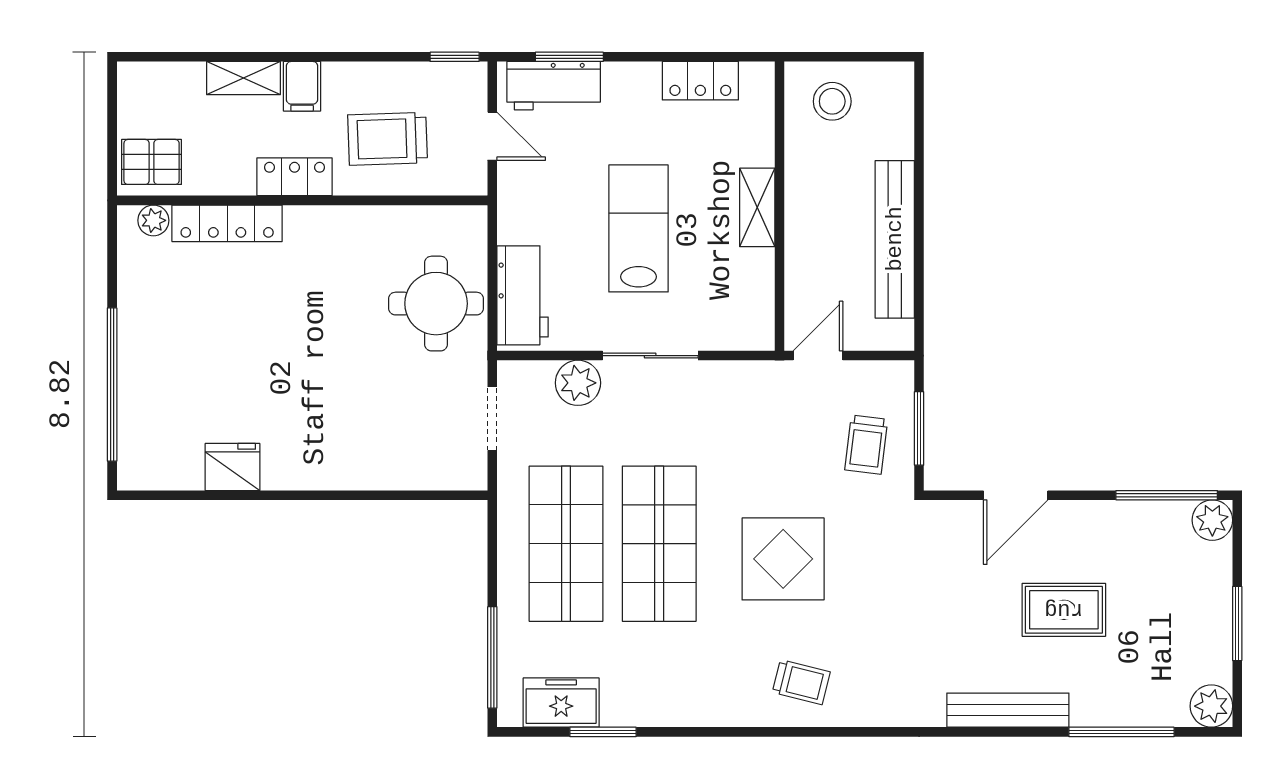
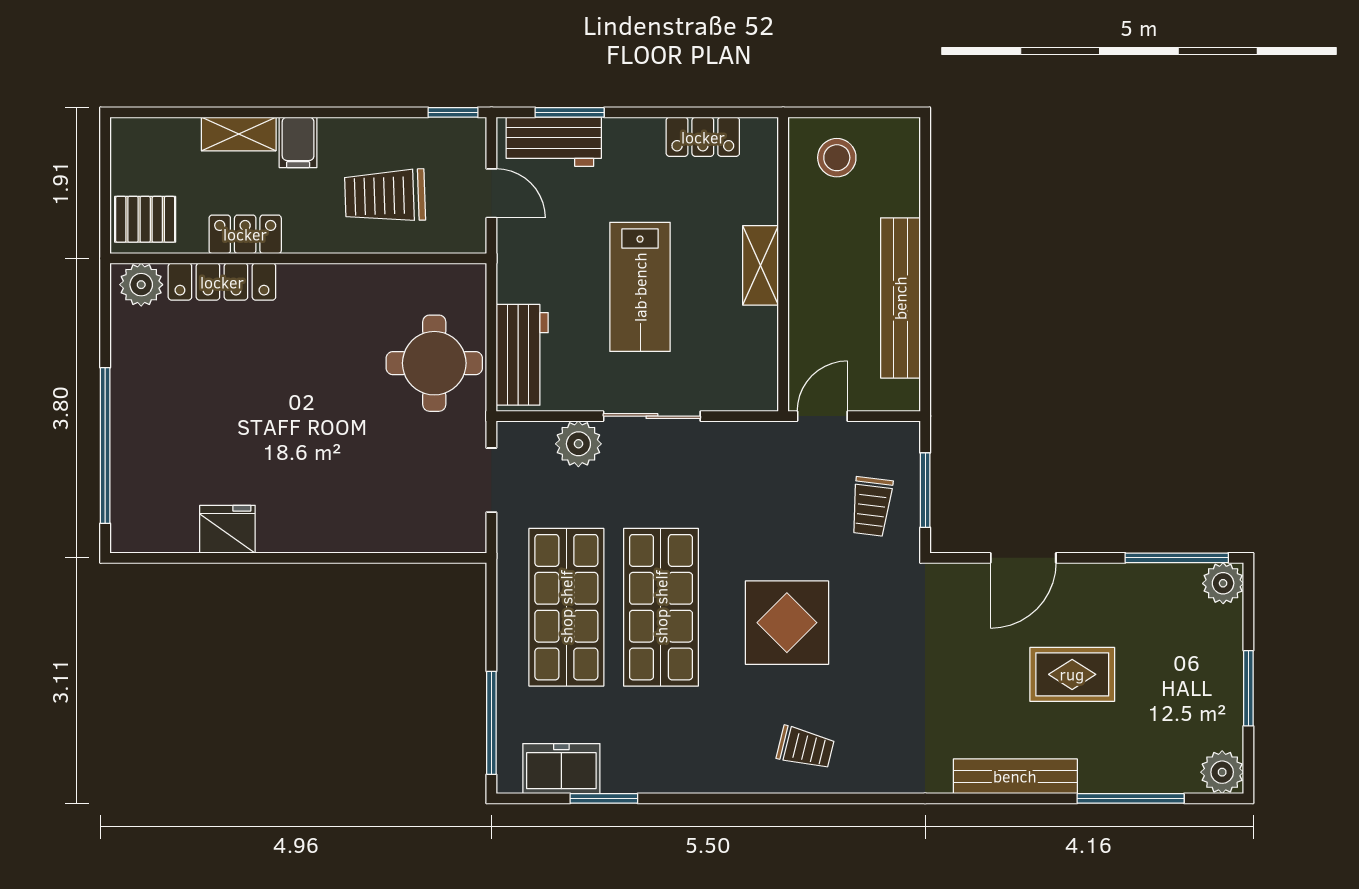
locker: (295, 177) -> (245, 234), moved
plant: (153, 220) -> (141, 285), width x1.38, depth x1.38
lab bench: (639, 228) -> (640, 287), turned 180

